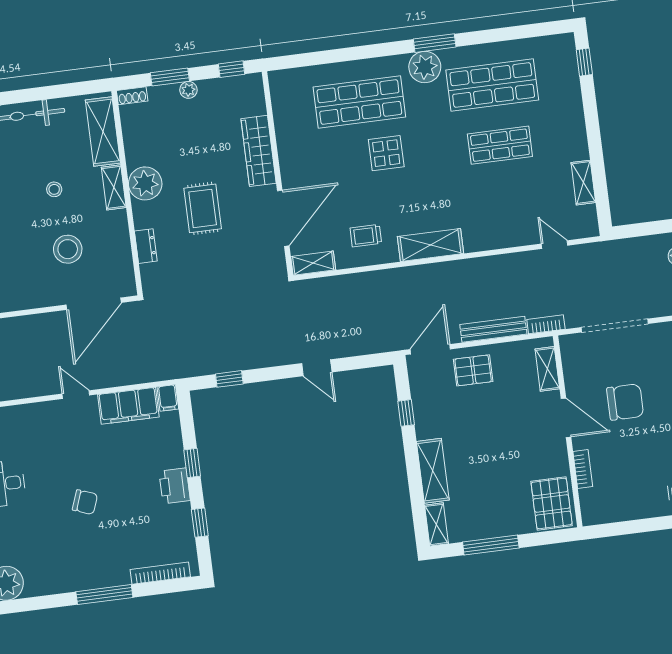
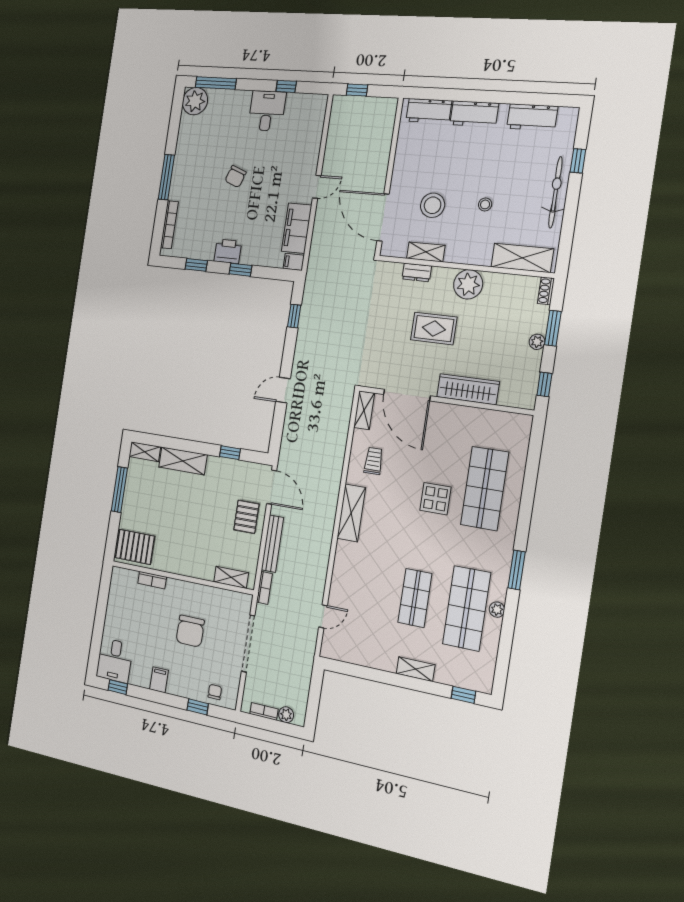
plant: (425, 67) -> (497, 610), moved, width x0.53, depth x0.53
shelving: (583, 183) -> (416, 669), moved
shelving: (114, 187) -> (426, 252), moved
door: (566, 418) -> (192, 580), removed

